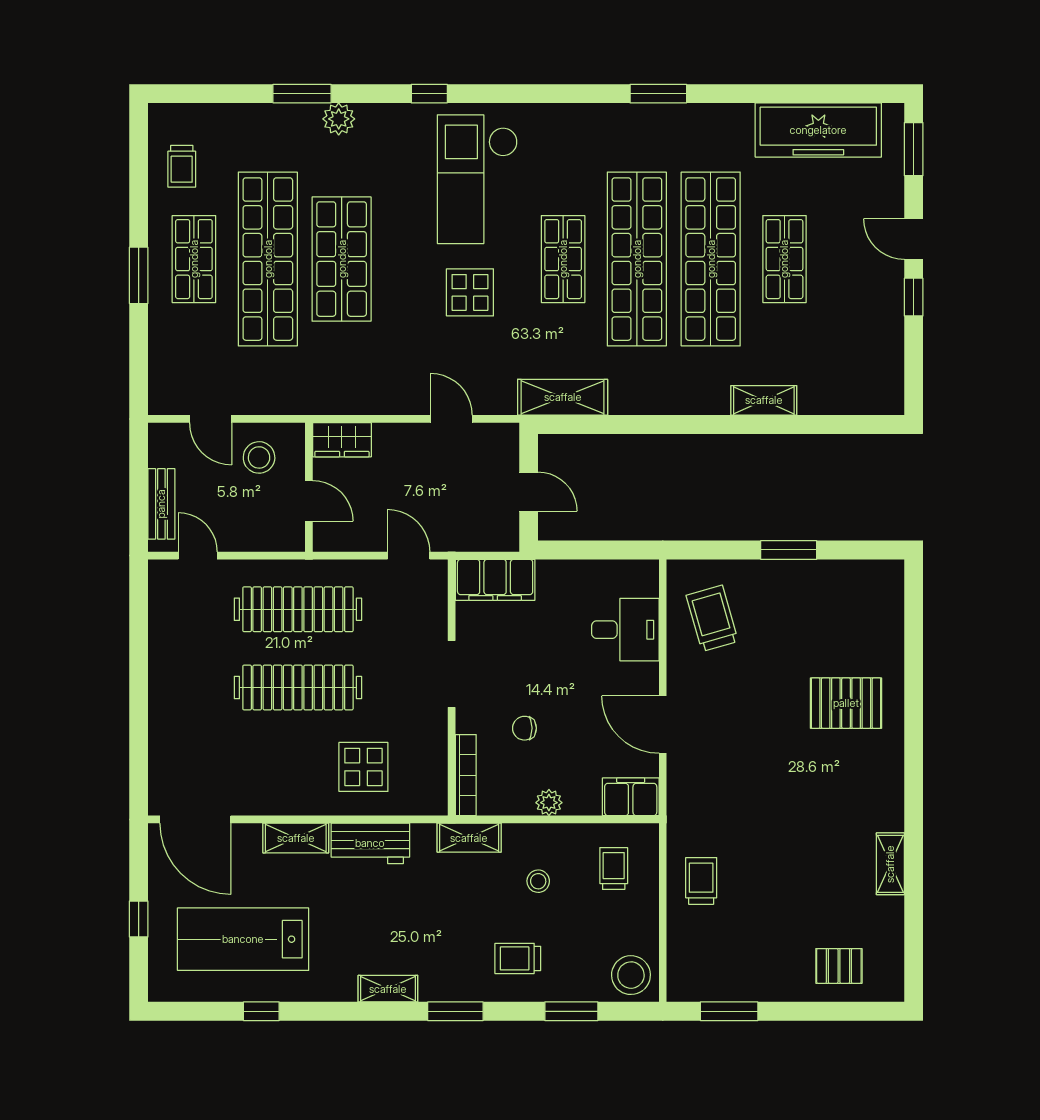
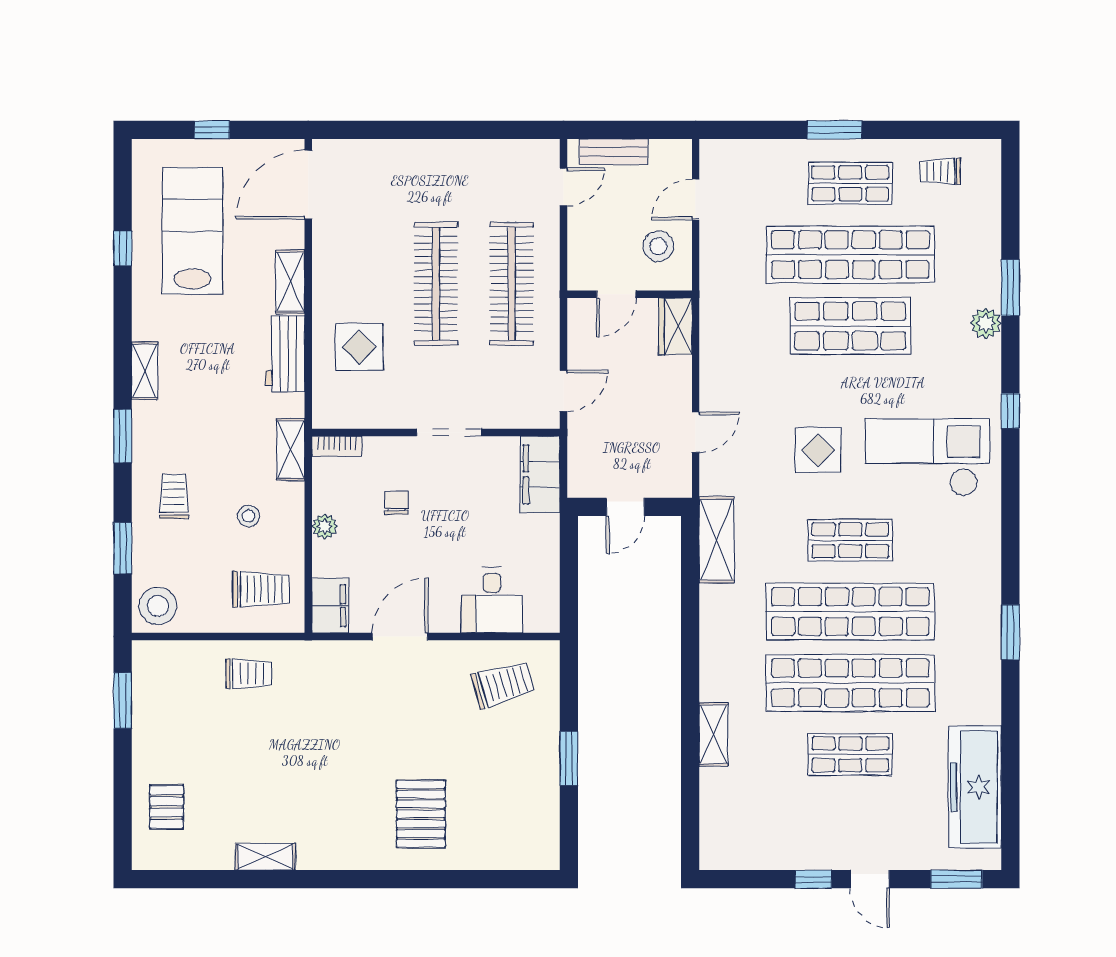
door: (914, 239) -> (870, 879), swing flipped
bookcase: (466, 775) -> (337, 446), width x0.64
trolley: (614, 869) -> (261, 589), width x1.36, depth x1.39

